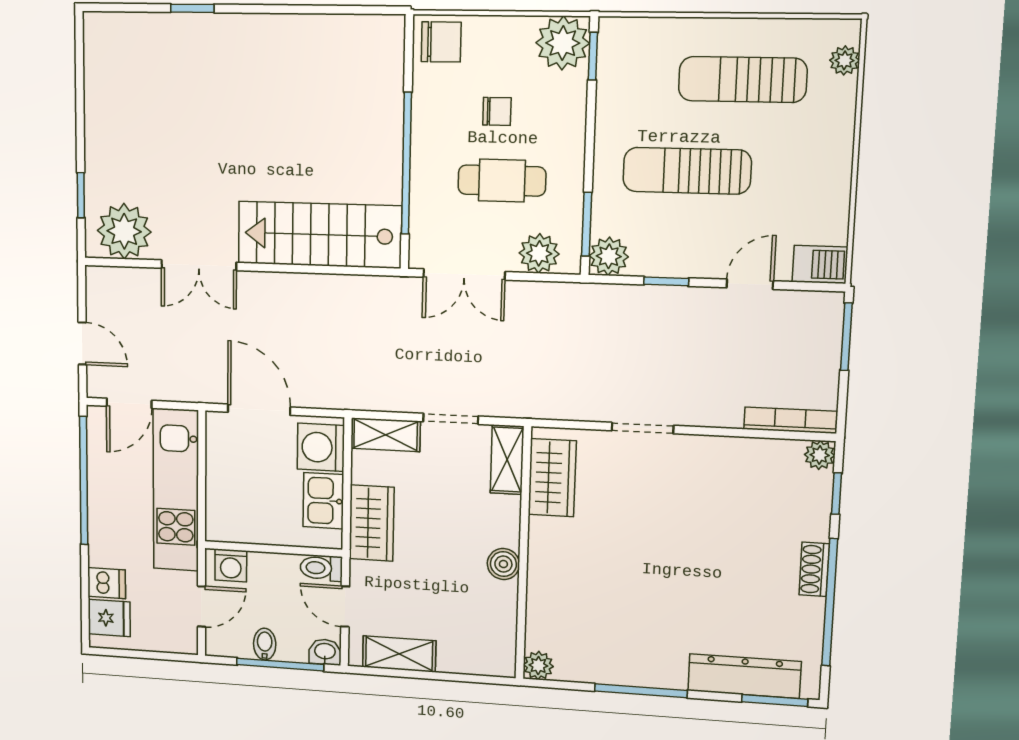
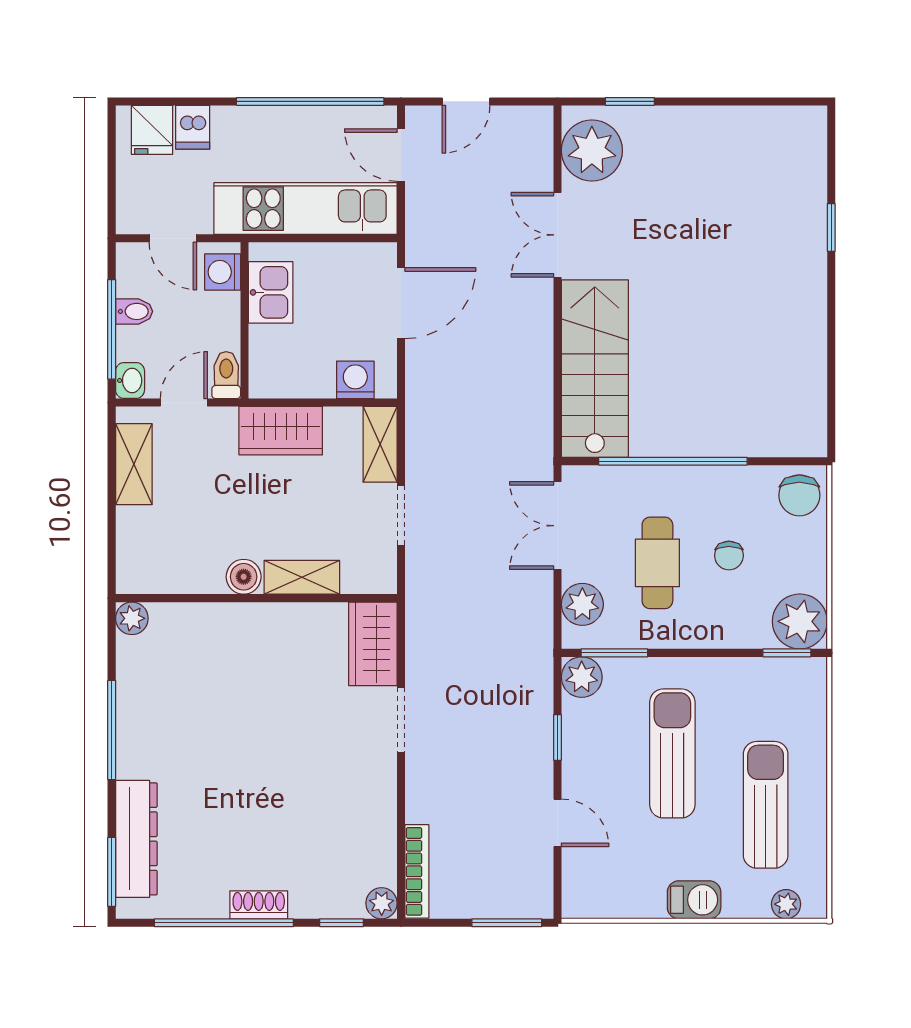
barbecue: (820, 264) -> (694, 900), moved, turned -90
washing machine: (321, 447) -> (355, 380), width x0.73, depth x0.73
shelving: (507, 460) -> (302, 577), moved
wardrobe: (552, 478) -> (373, 644), moved, turned 90
kitchen sink: (323, 501) -> (271, 292), moved, turned 90

